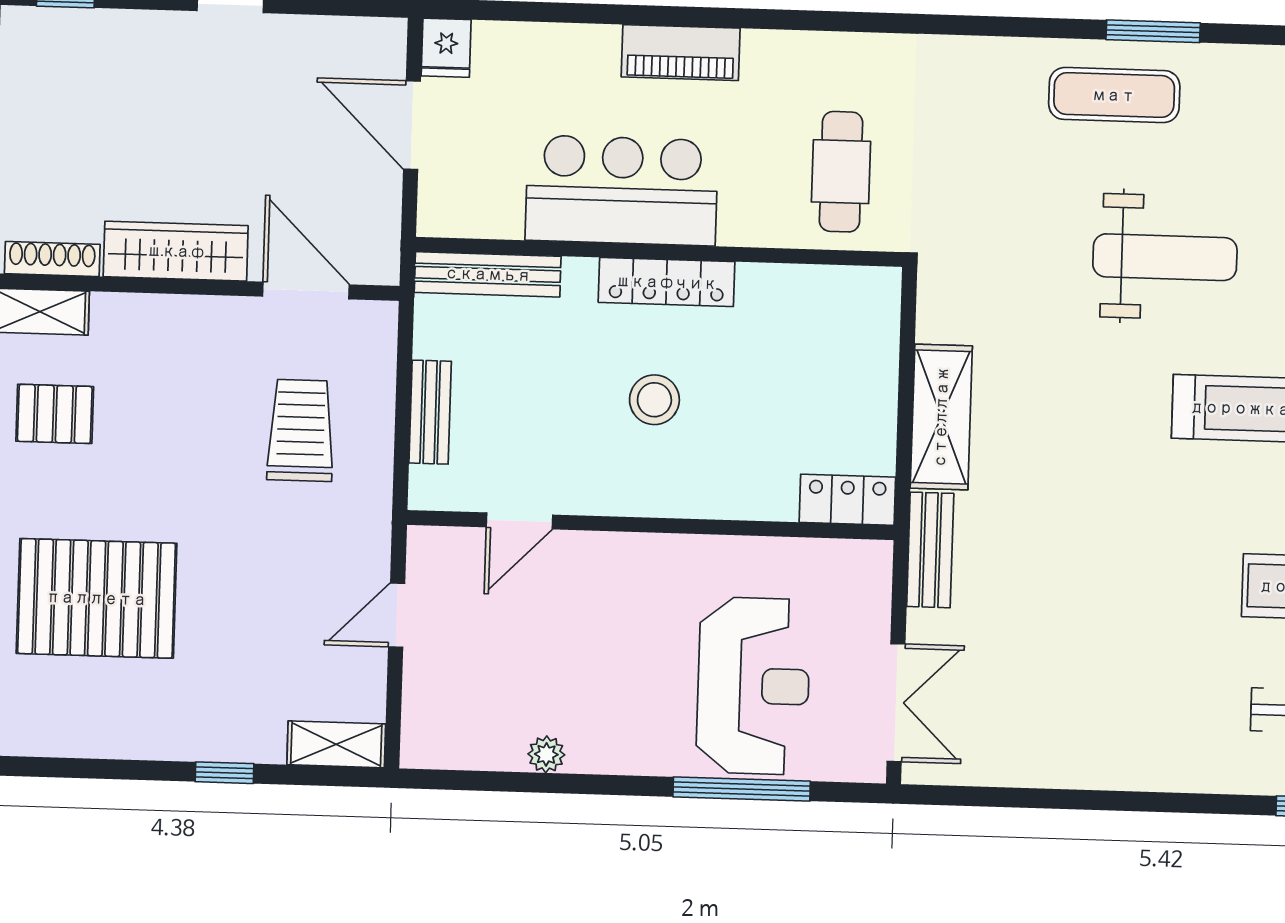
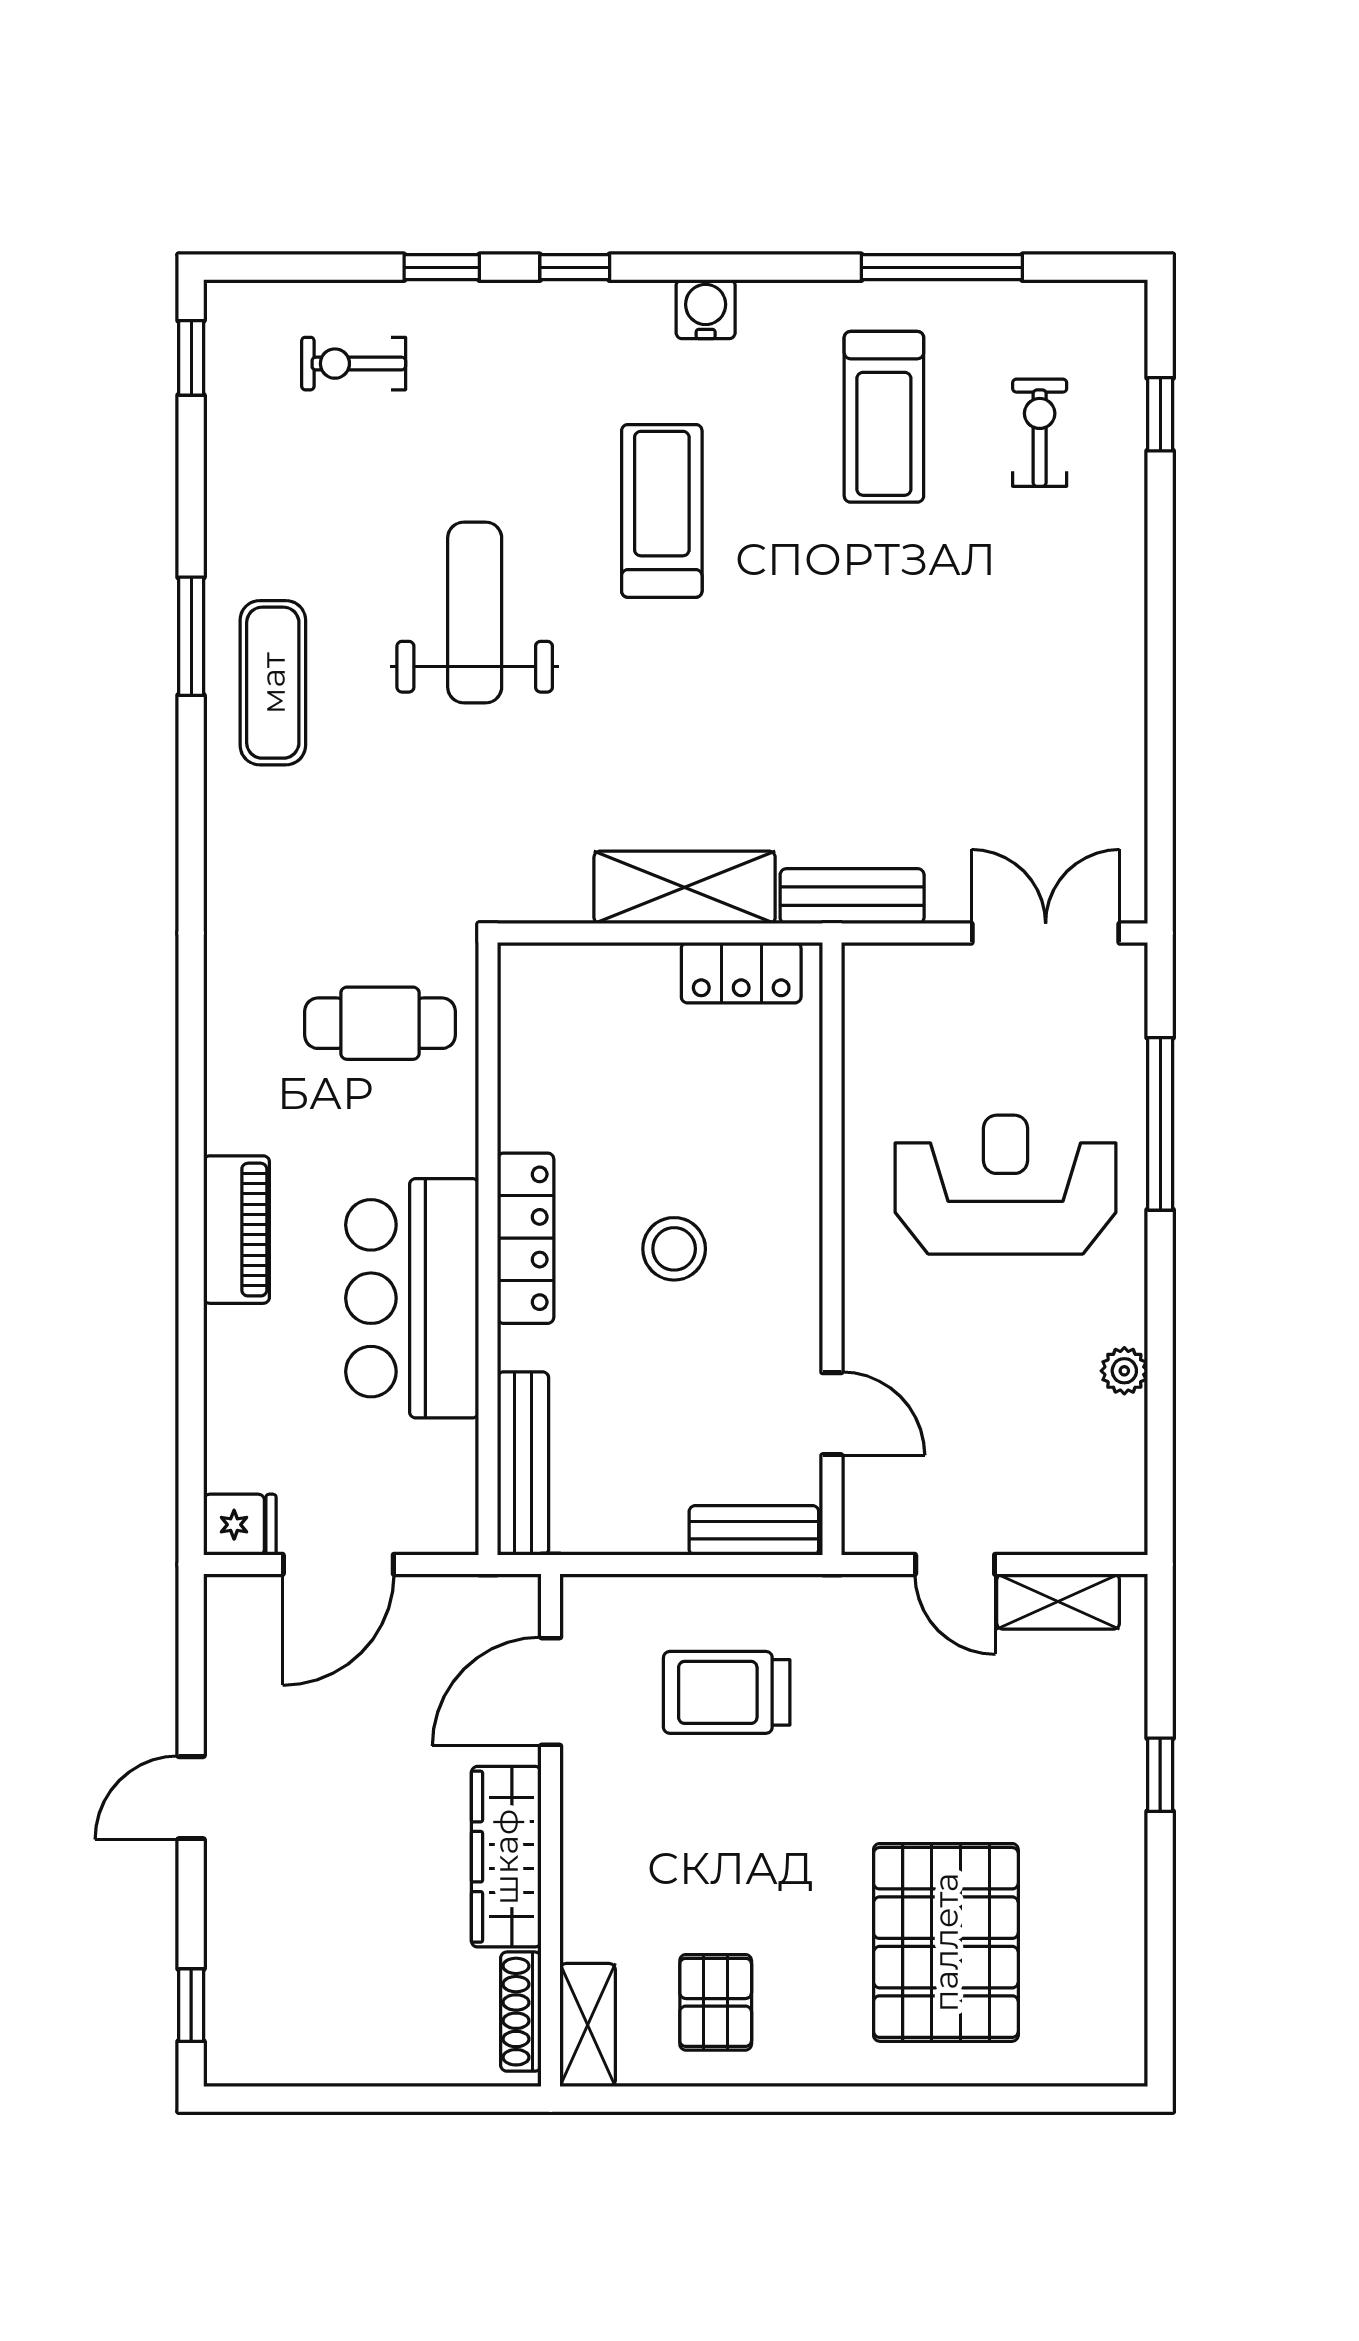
bench: (430, 412) -> (754, 1530), moved
locker: (847, 500) -> (741, 973), moved, turned -90
reception desk: (753, 686) -> (1006, 1185), moved
shelving: (336, 744) -> (1058, 1601), moved, turned 90

